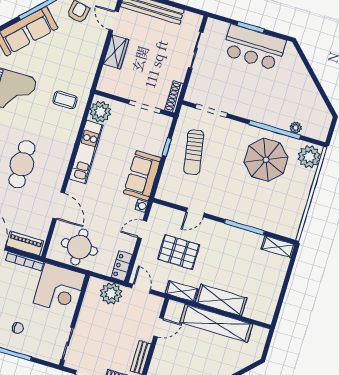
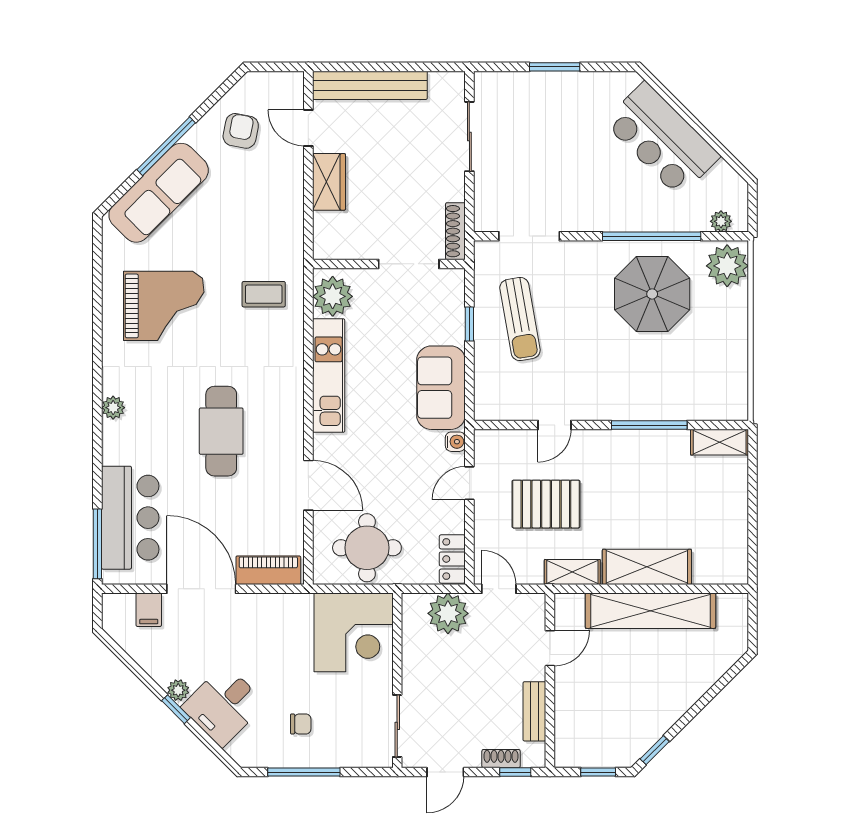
bar counter: (254, 47) -> (662, 139), moved, turned 45
plant: (296, 128) -> (721, 221), moved
bookcase: (25, 261) -> (278, 602), removed

